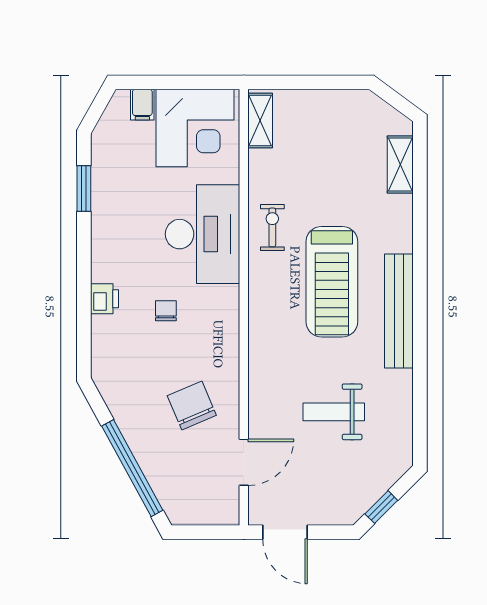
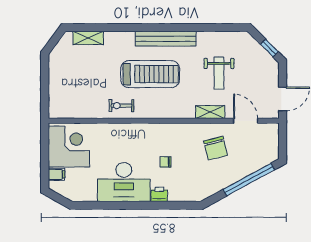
shelving: (260, 121) -> (210, 112), moved
window: (84, 189) -> (101, 205), removed
desk: (203, 234) -> (124, 182), moved, turned 180
chair: (192, 406) -> (216, 148), turned -81

